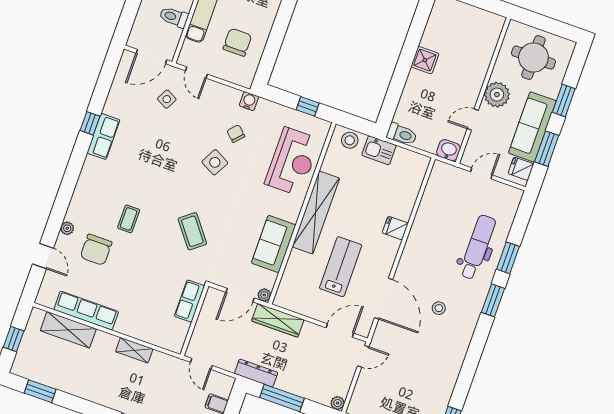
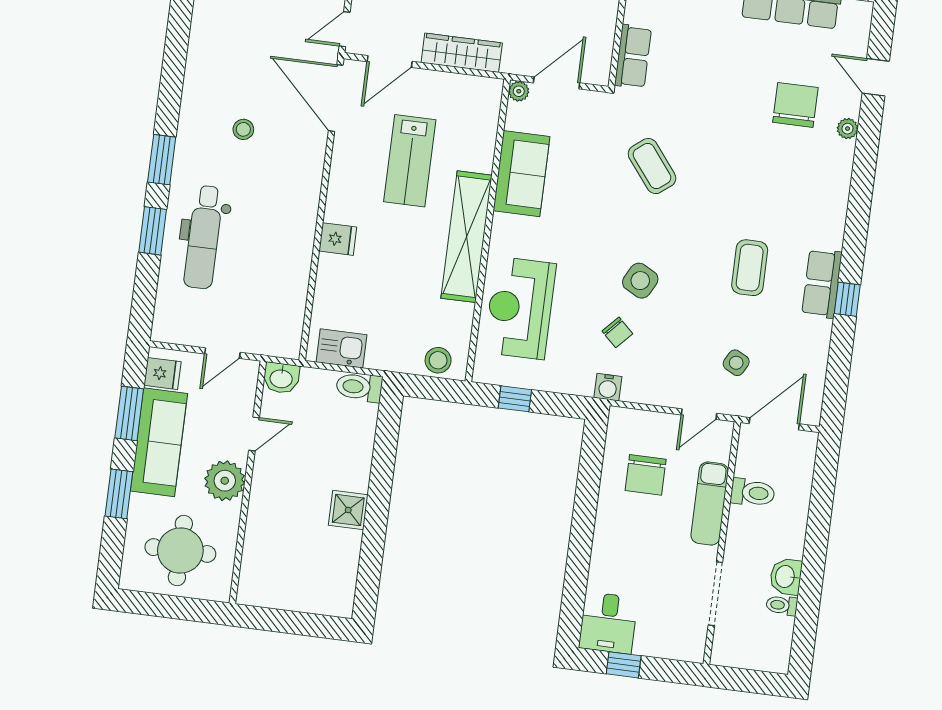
door: (196, 72) -> (699, 414), swing flipped
kitchen sink: (379, 150) -> (342, 348), moved
coffee table: (129, 219) -> (750, 268), moved, width x1.36, depth x1.30
door: (384, 299) -> (336, 98), moved
wardrobe: (278, 320) -> (462, 53), moved

